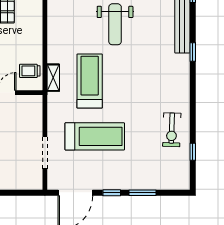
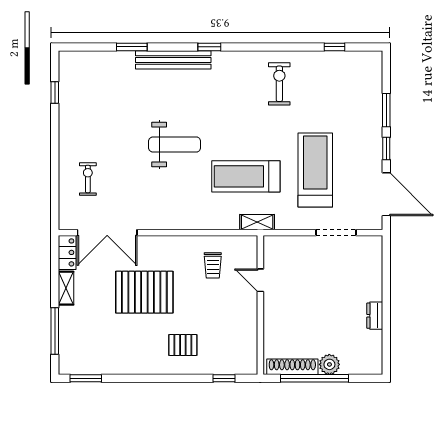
trolley: (30, 71) -> (213, 265), moved
shelving: (53, 78) -> (257, 222), moved
exercise bike: (172, 130) -> (279, 84), moved, turned -92

